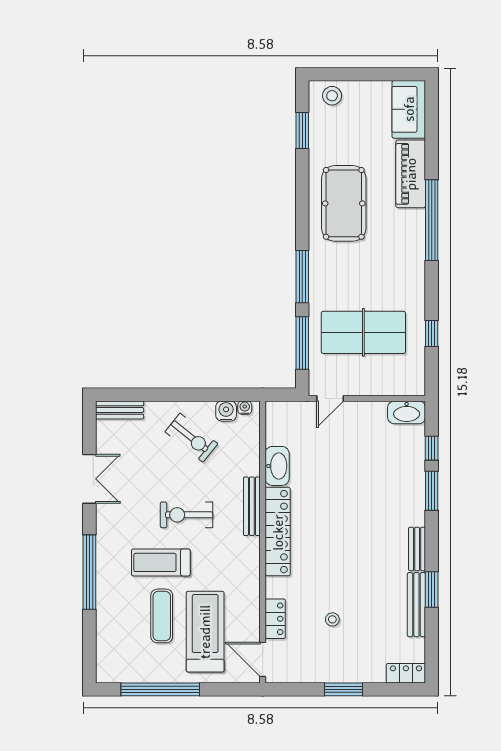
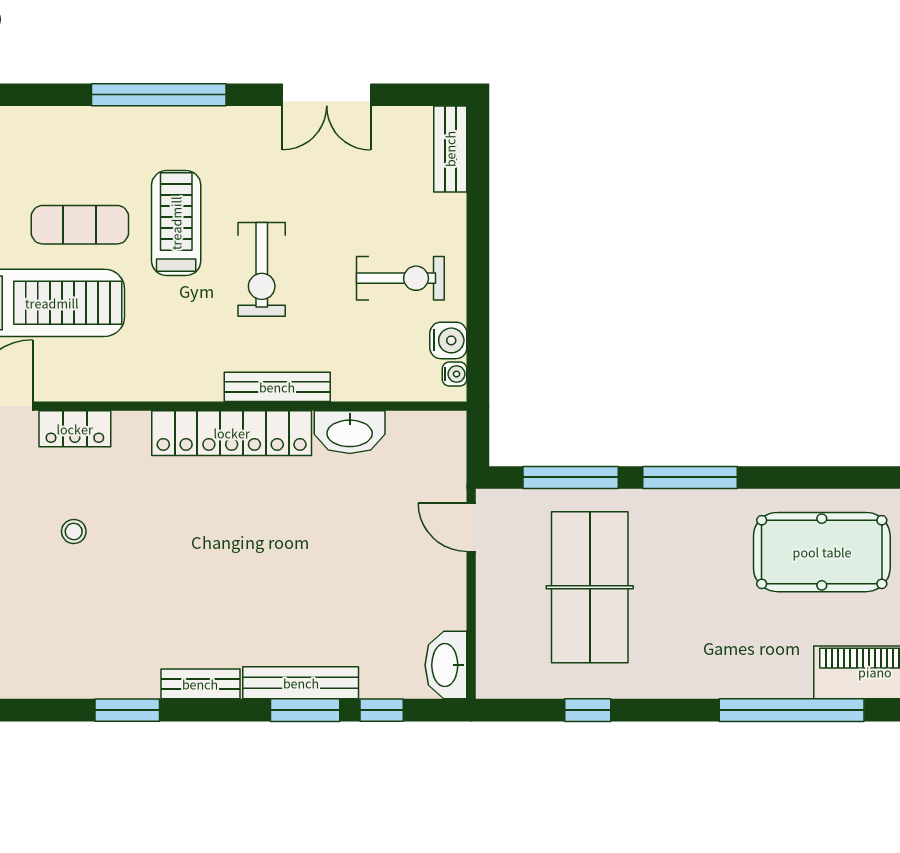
exercise bike: (191, 438) -> (400, 278), turned -129
exercise bike: (187, 515) -> (262, 269), turned 180
bench: (416, 605) -> (301, 683), moved

